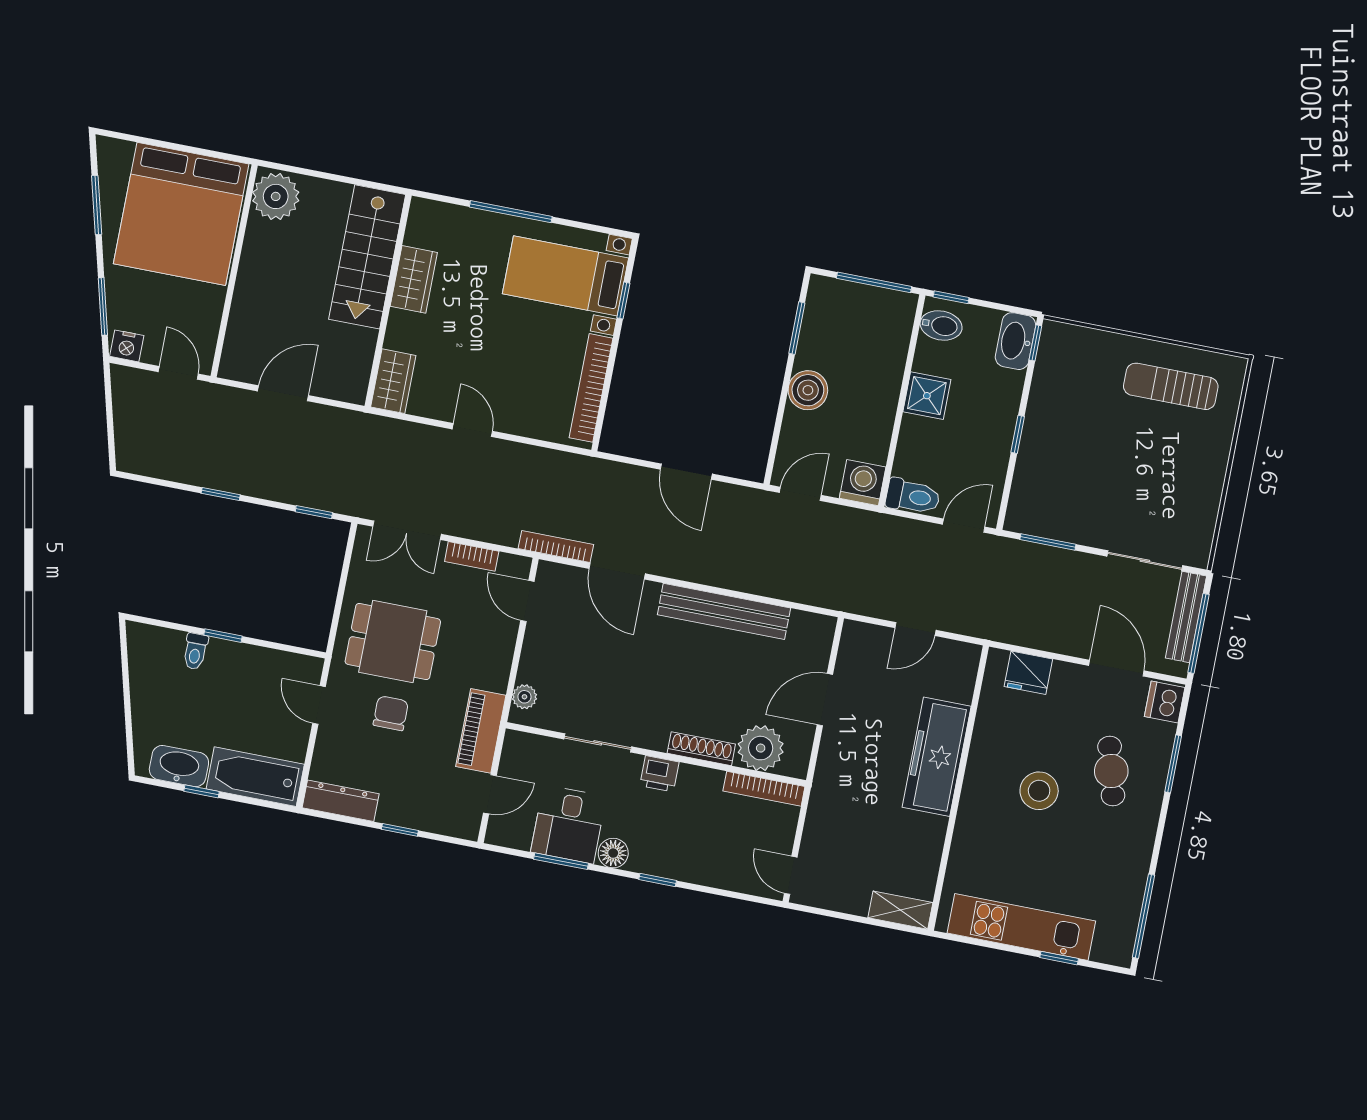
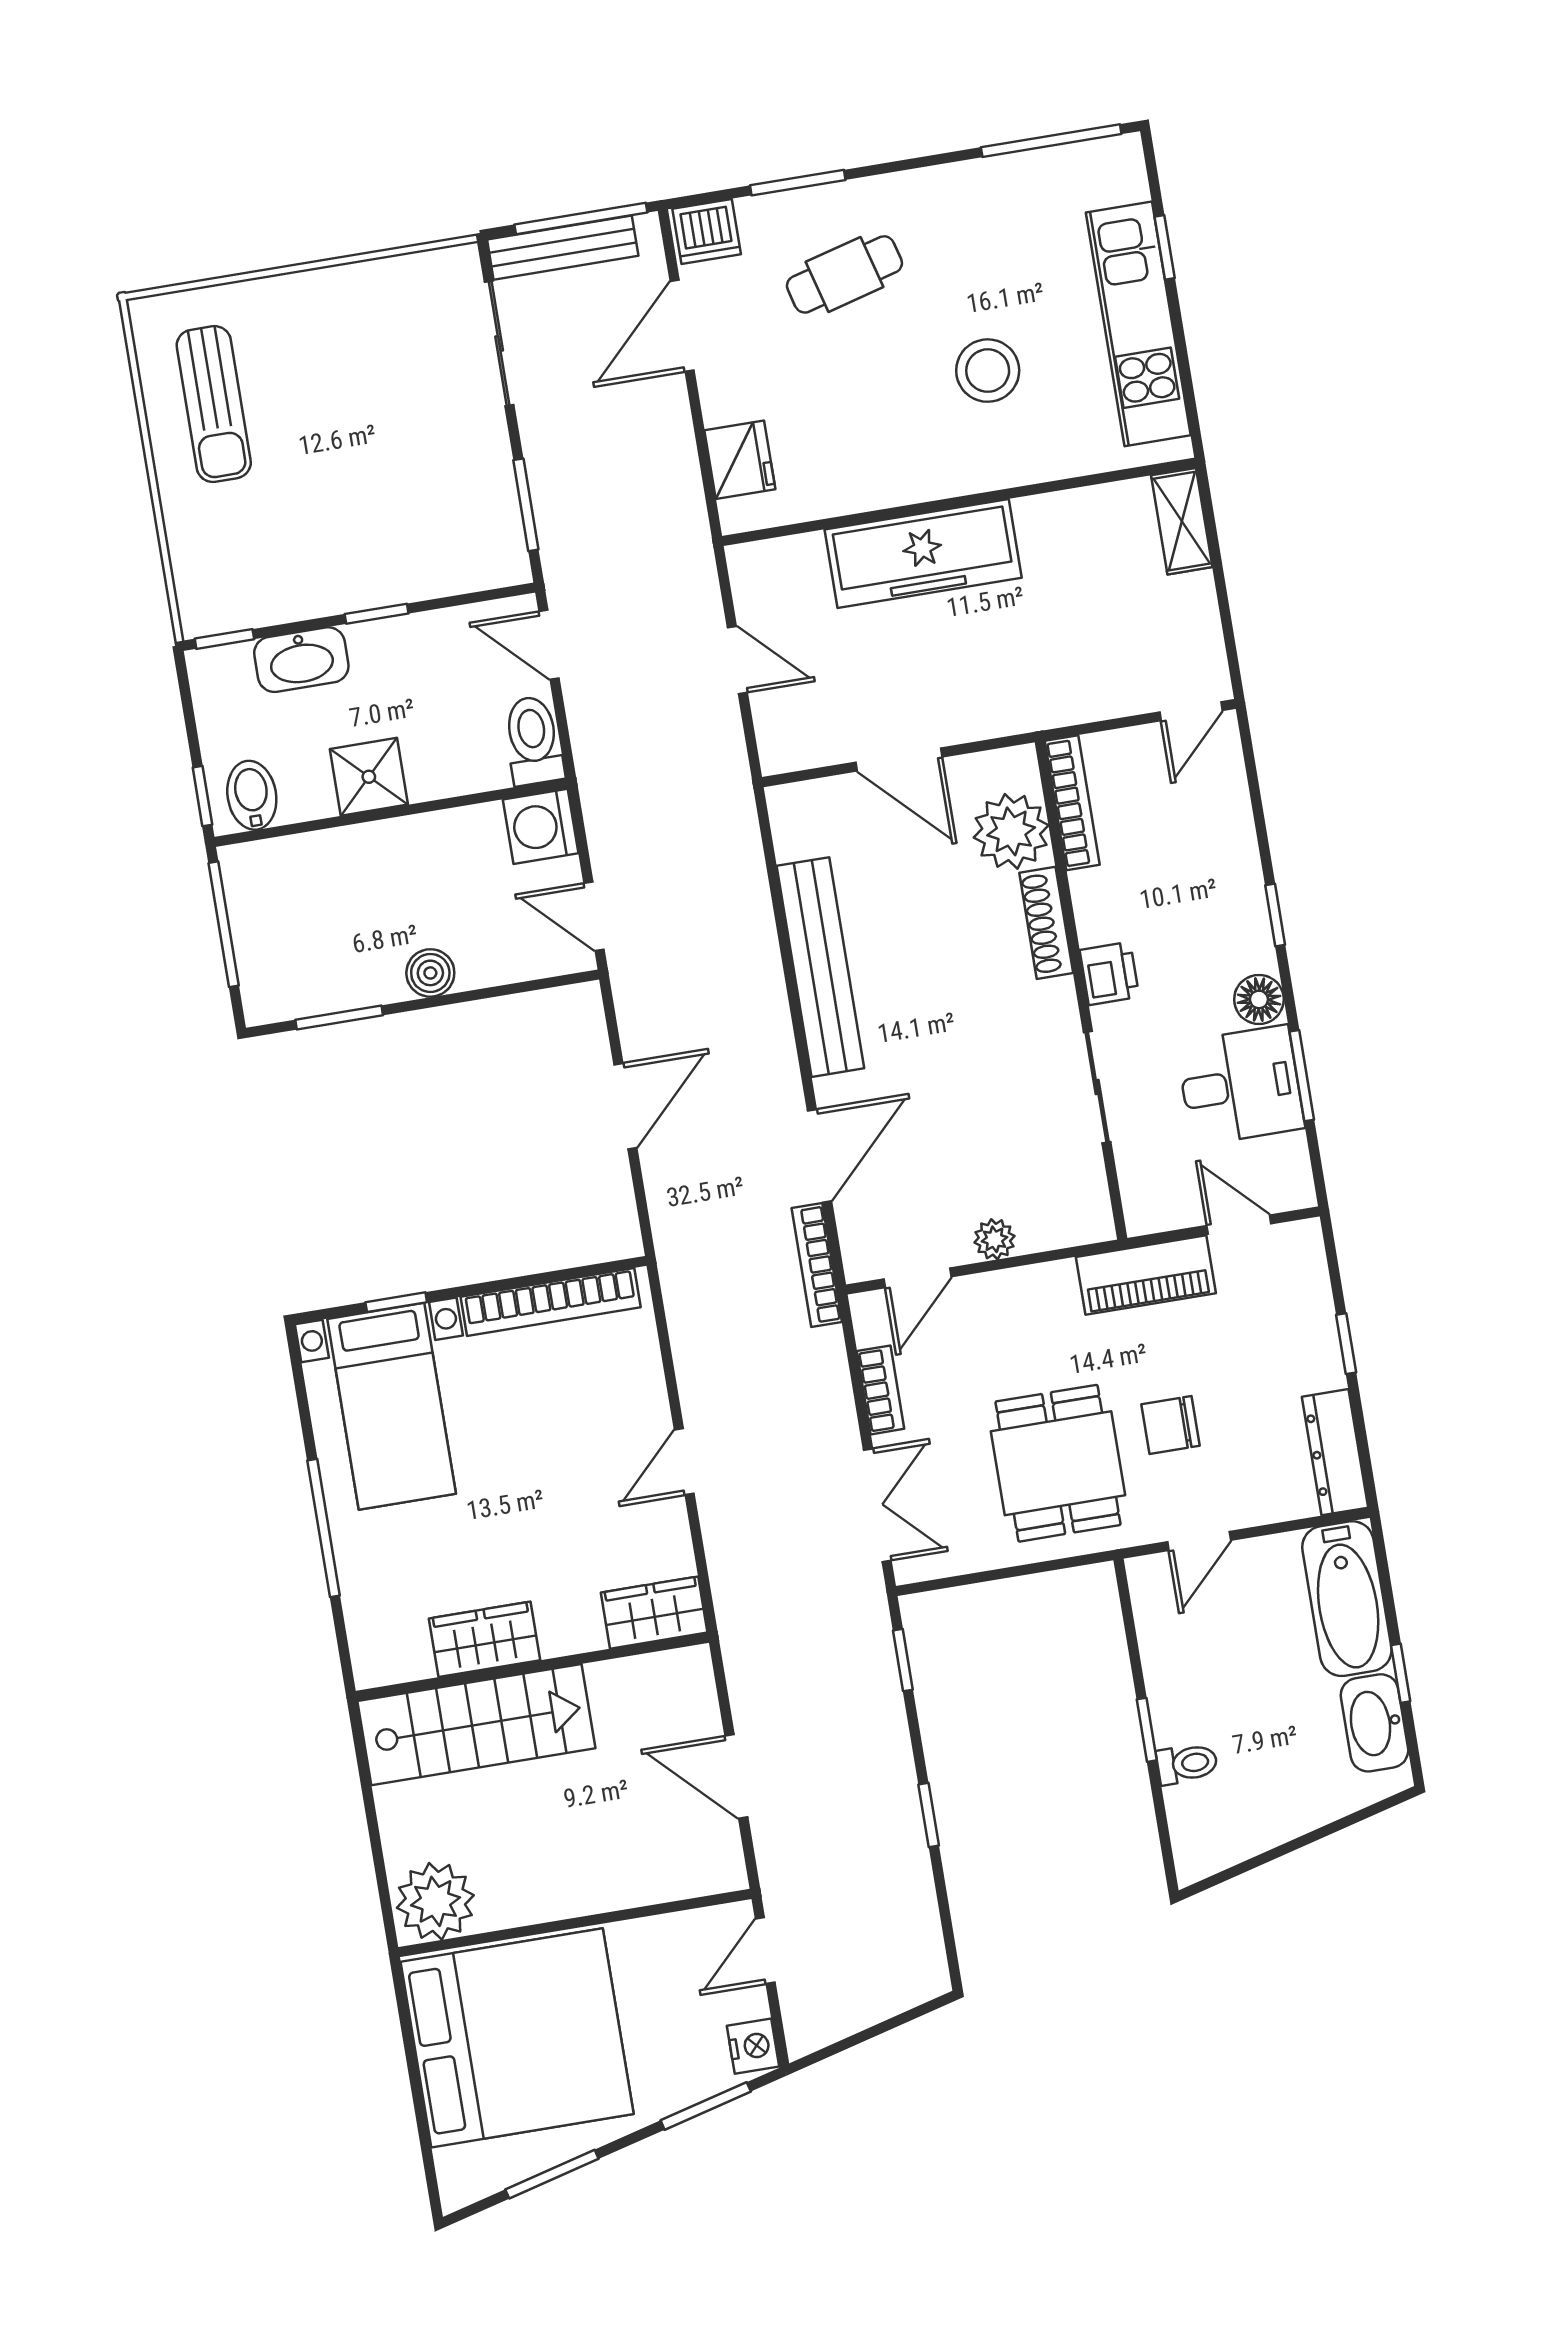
washbasin: (1015, 341) -> (301, 660), moved
boiler: (808, 390) -> (430, 973), width x0.73, depth x0.73
plant: (524, 697) -> (994, 1239), moved
stool: (1039, 791) -> (988, 371), moved

